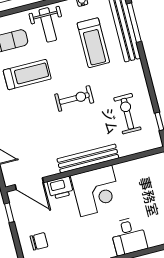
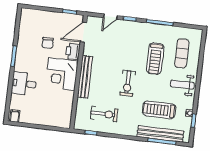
chair: (39, 241) -> (48, 43), moved

